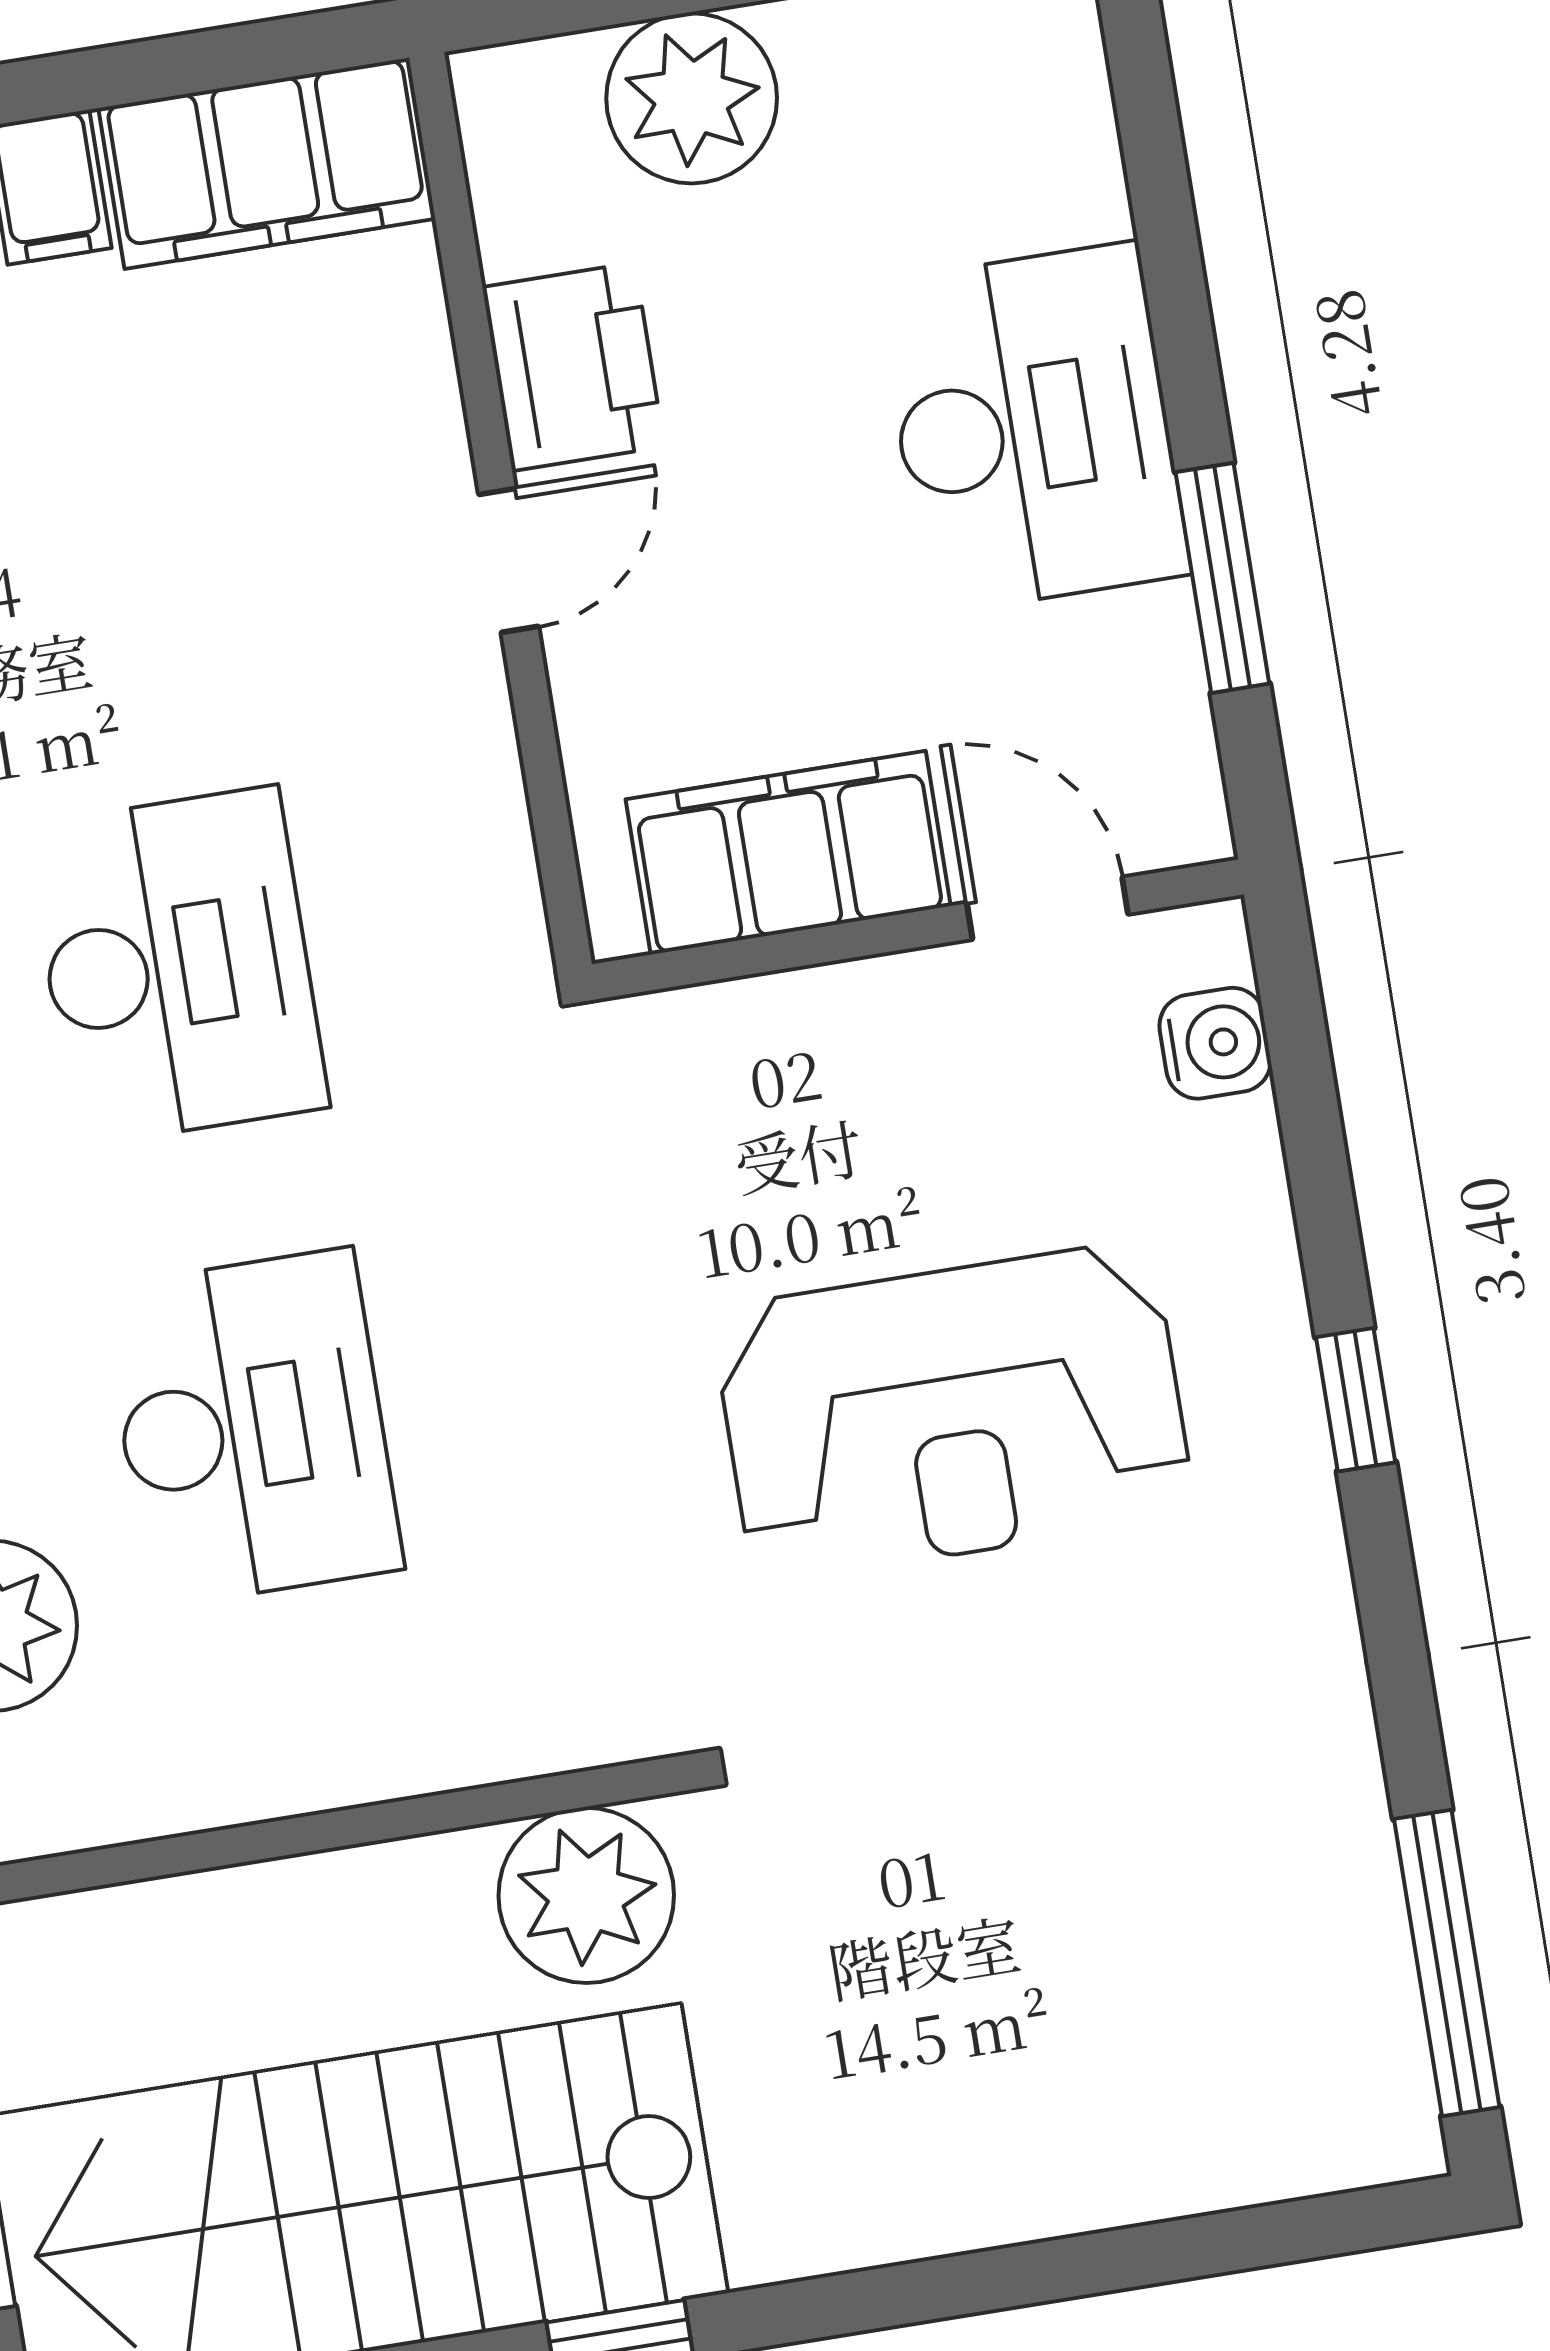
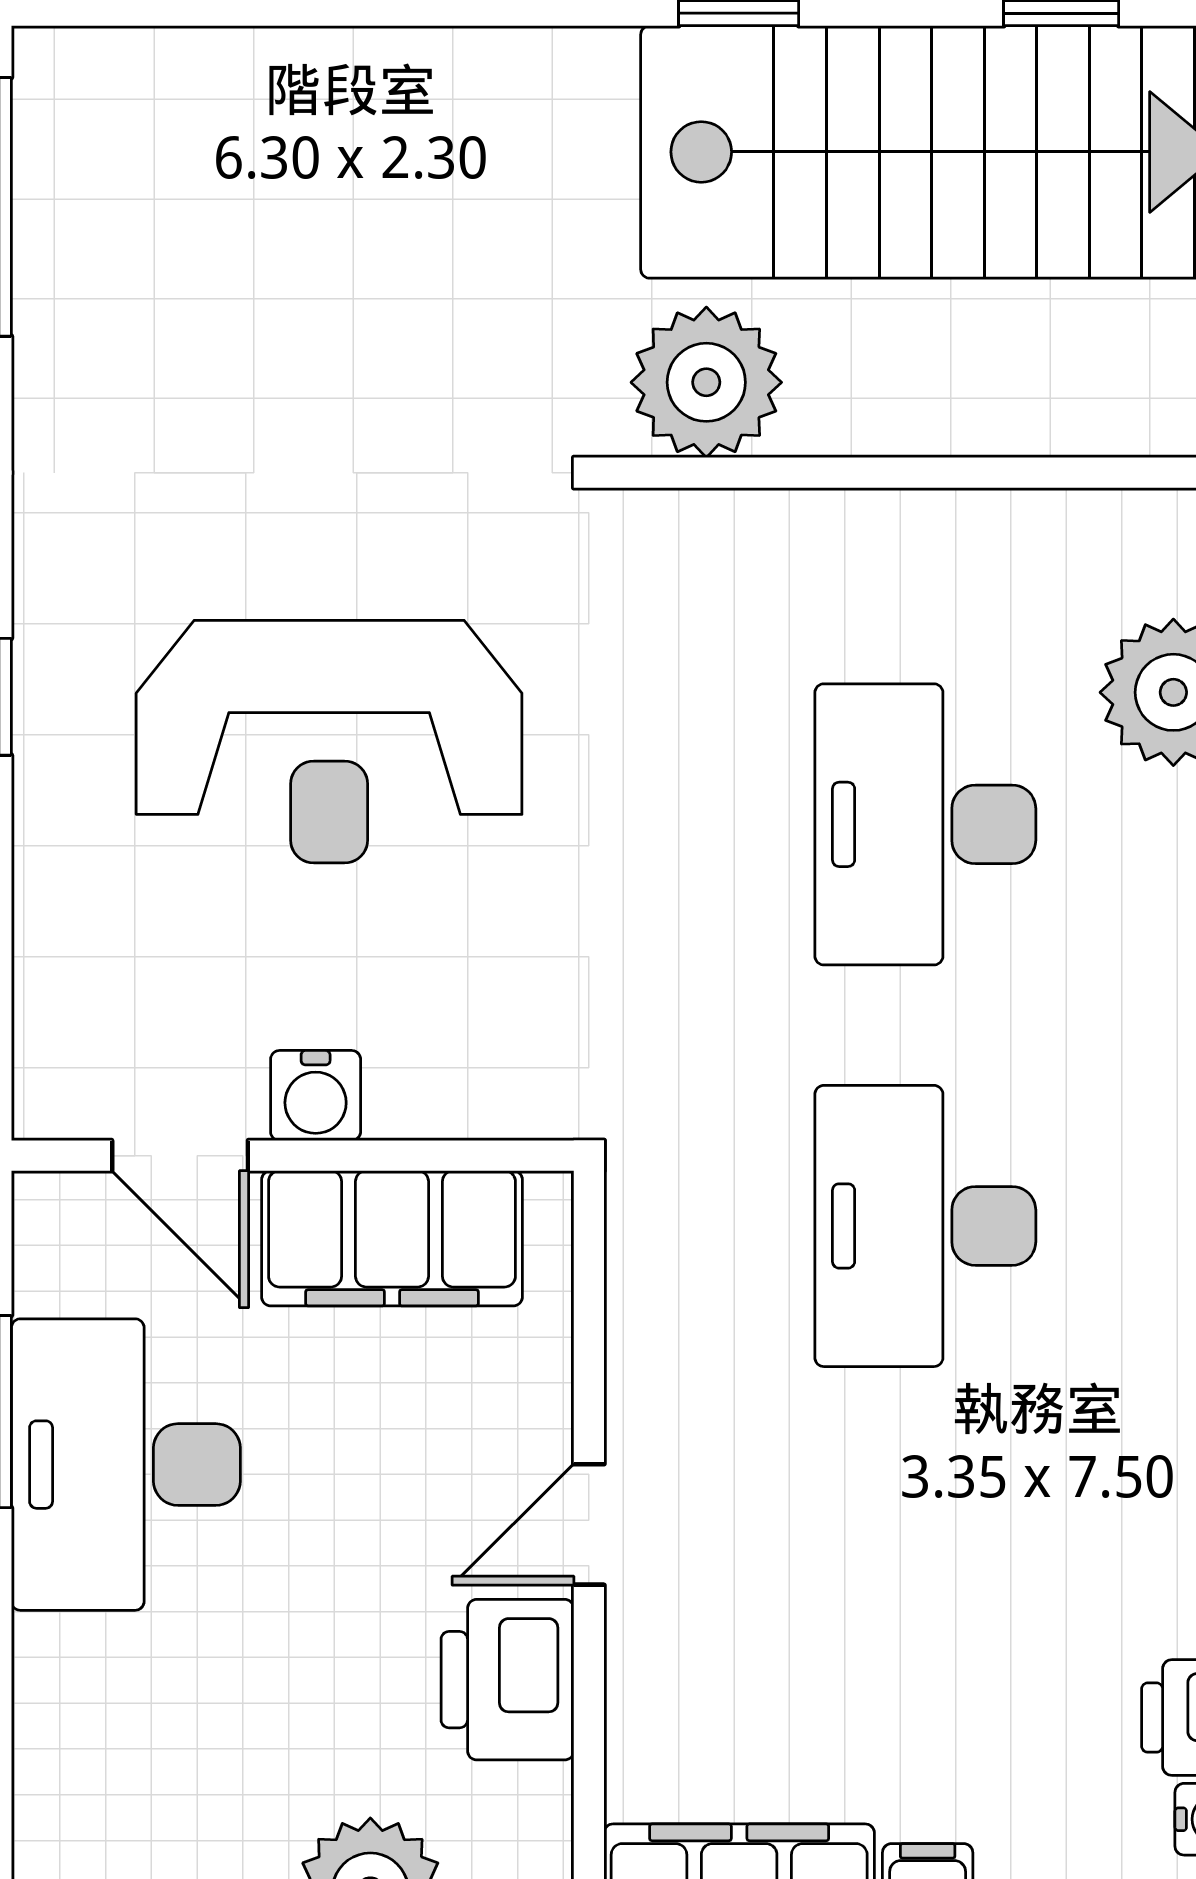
desk: (1033, 428) -> (126, 1465), moved
water cooler: (1215, 1043) -> (316, 1096), moved, turned -90
reception desk: (953, 1412) -> (329, 742), turned 180

